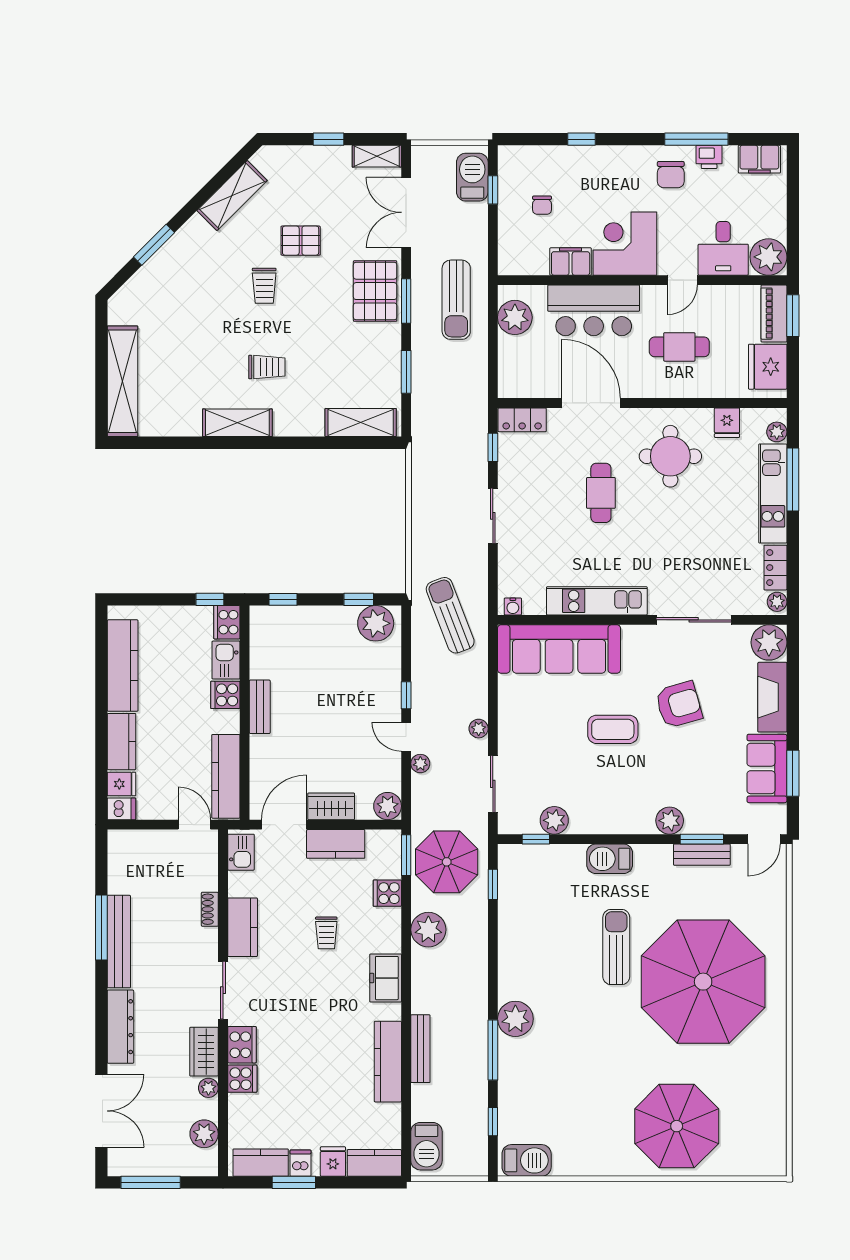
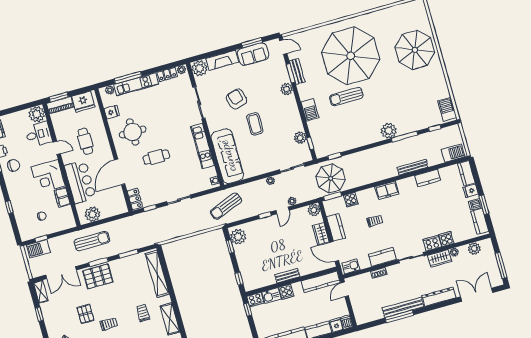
shelving: (361, 423) -> (157, 274), width x1.47
plant: (428, 930) -> (361, 178), removed
kitchen counter: (388, 1062) -> (428, 178), width x0.67

